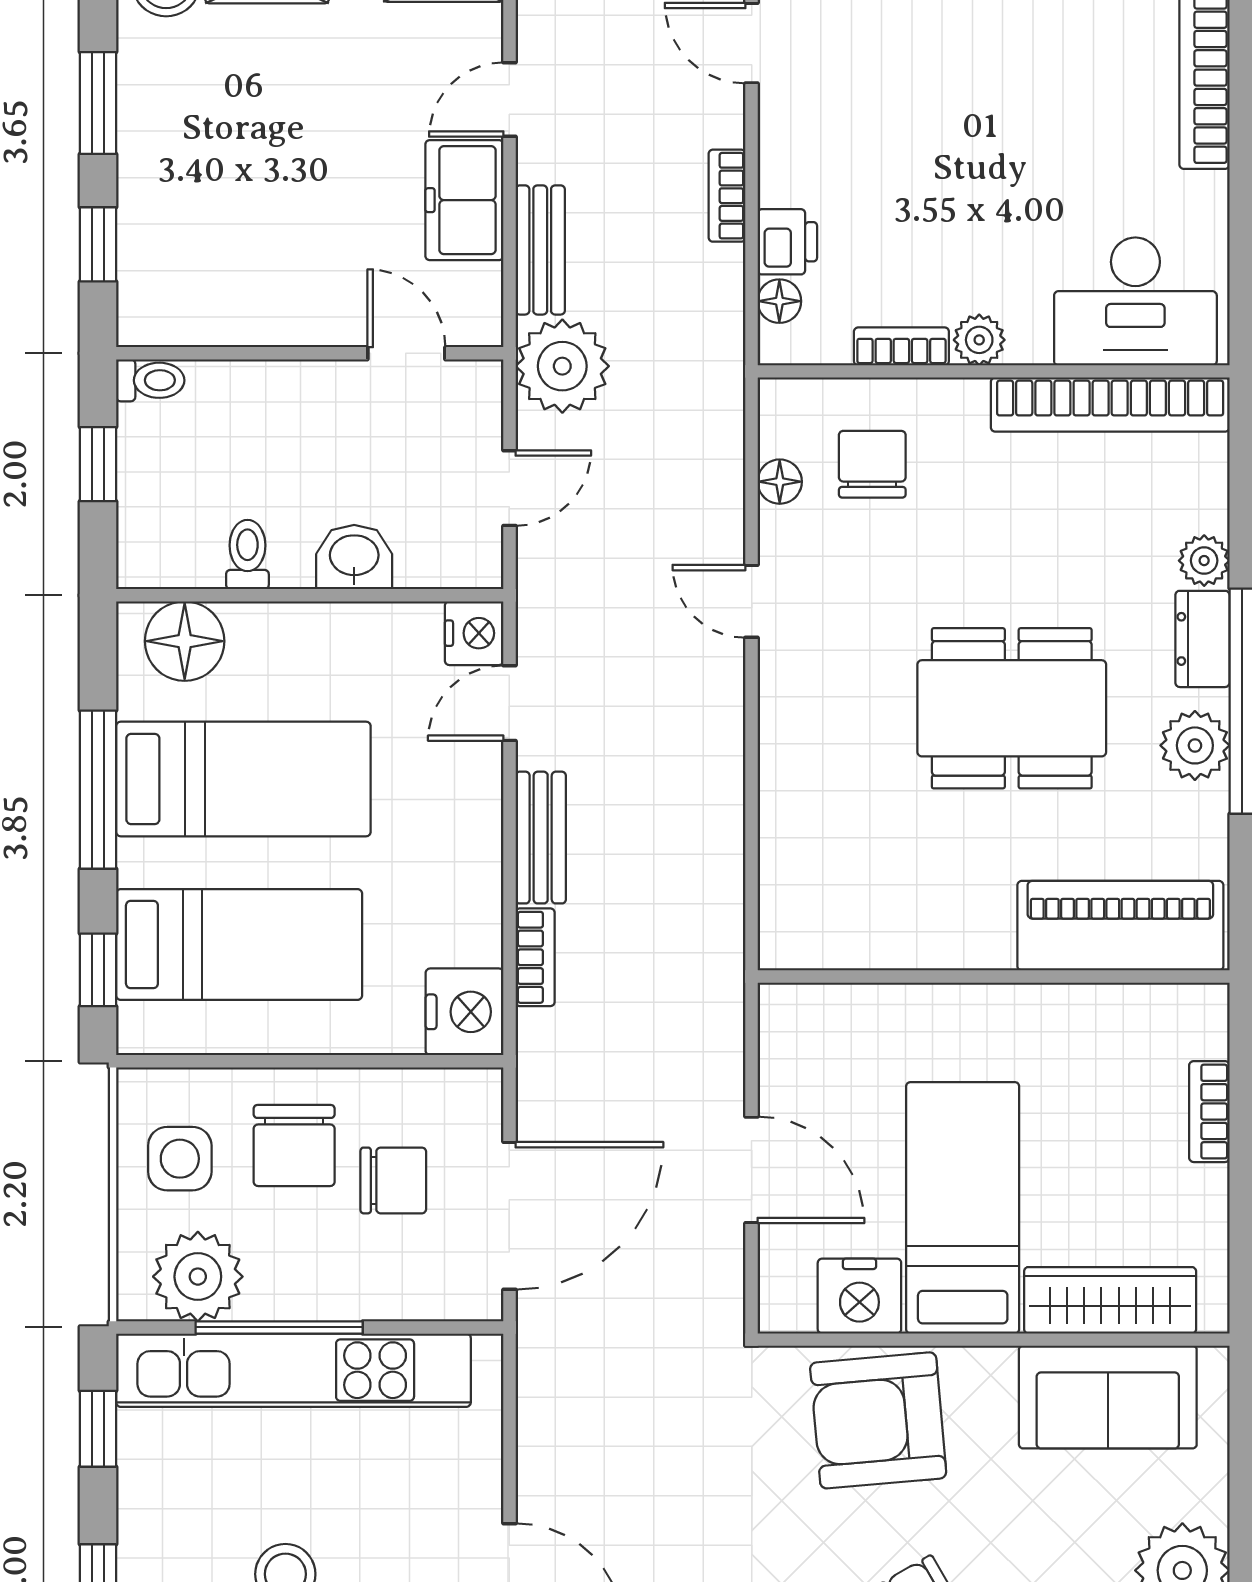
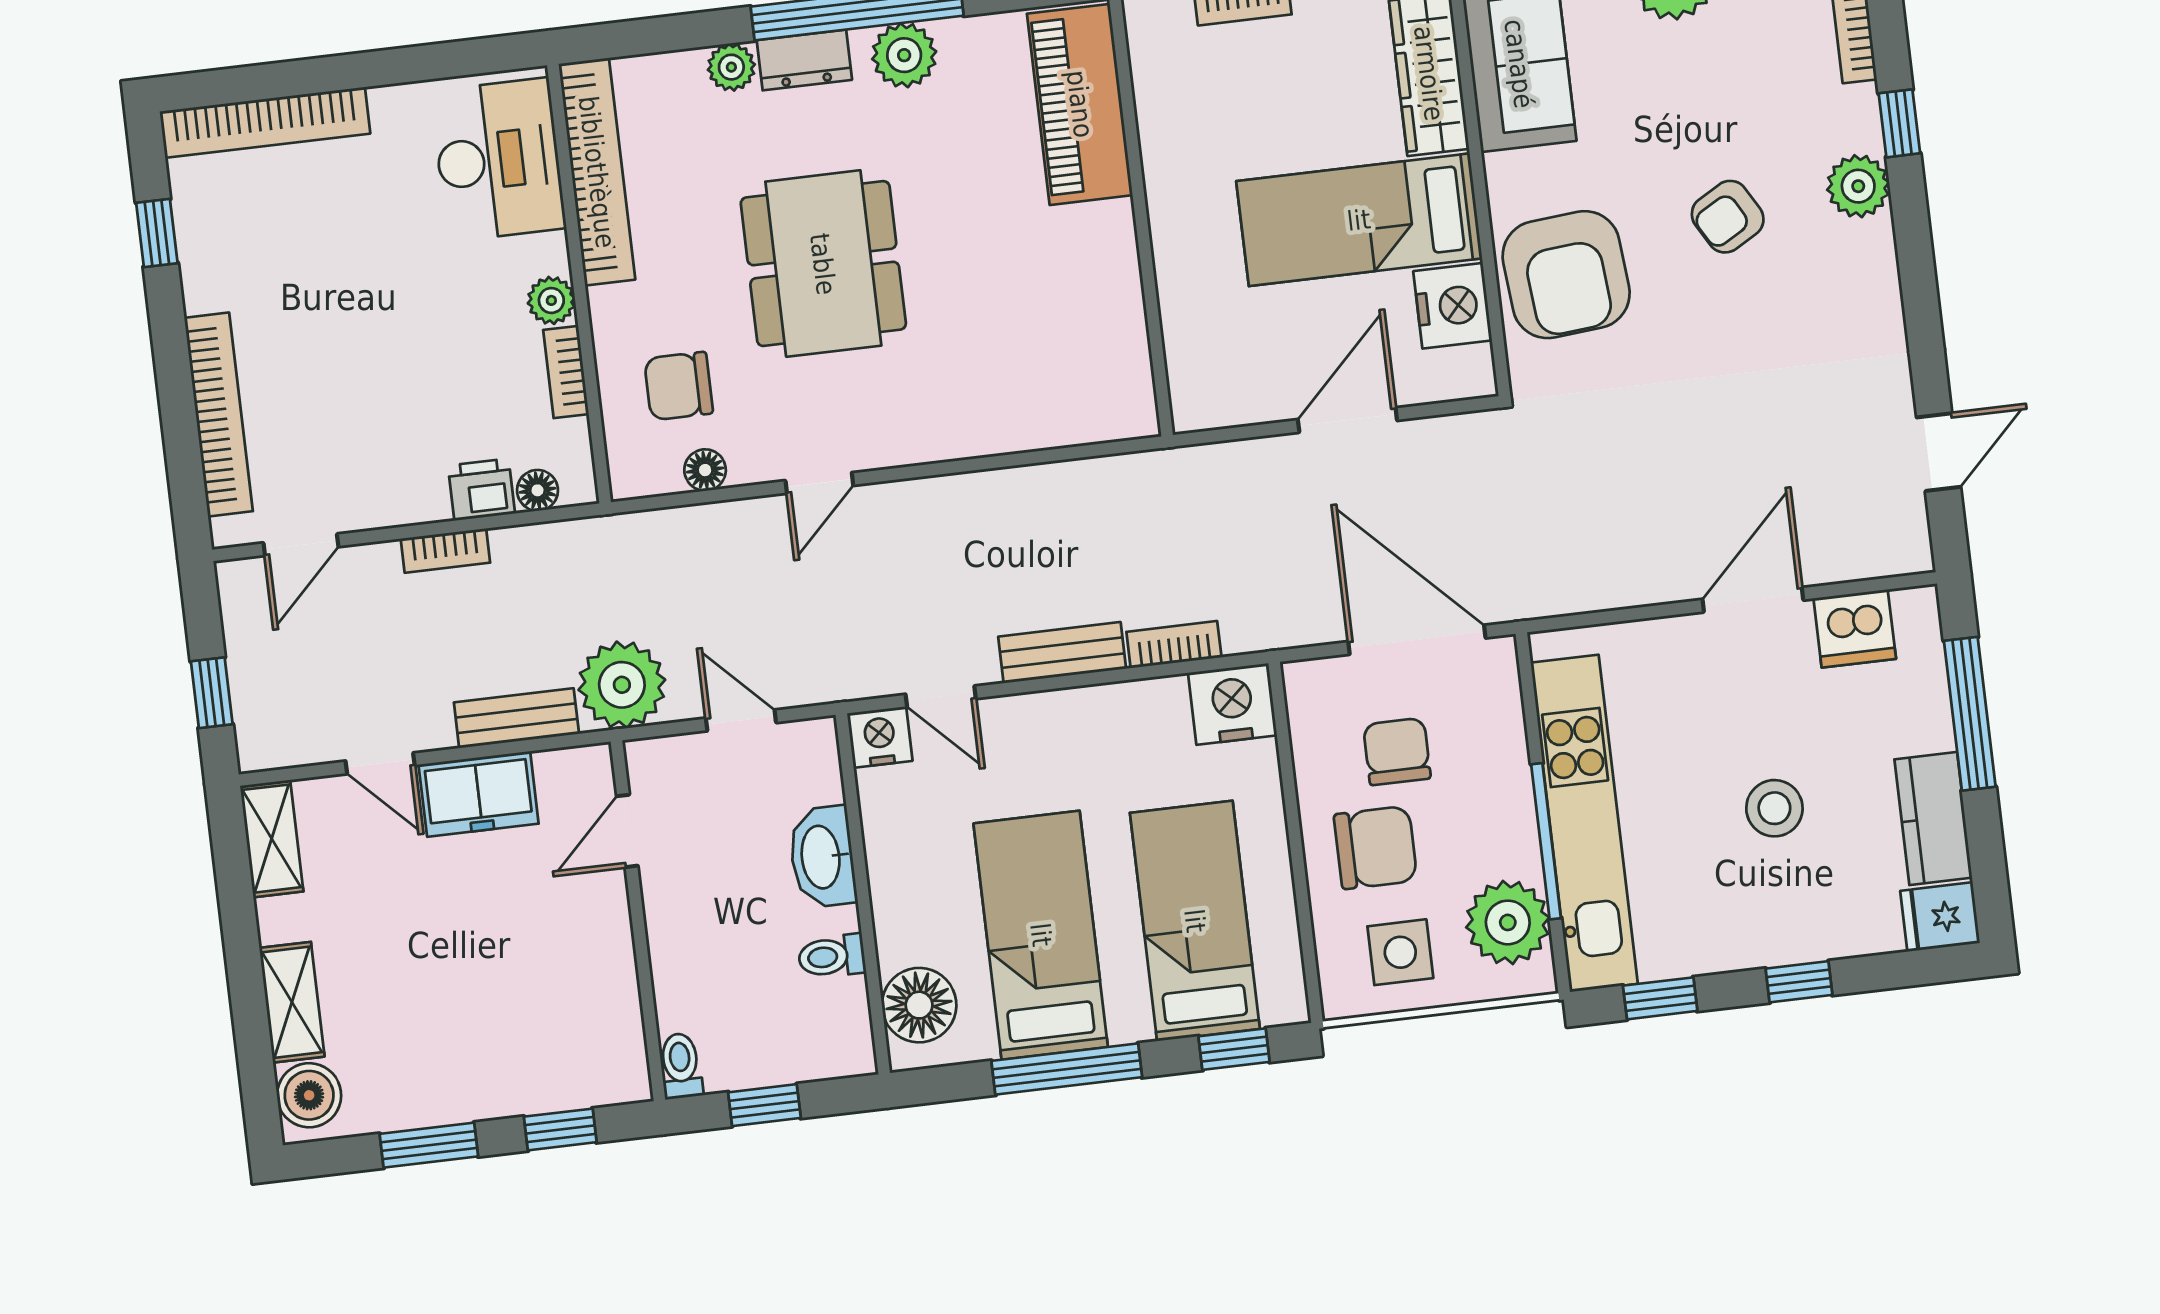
washbasin: (354, 557) -> (822, 857), width x1.38
dining table: (1012, 708) -> (823, 264), moved

